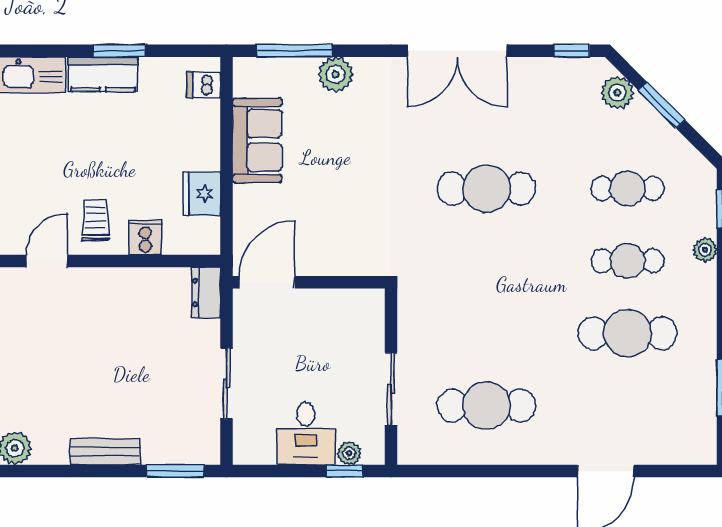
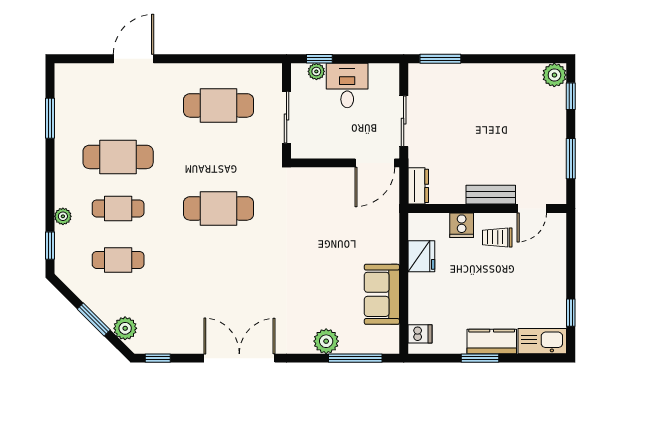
cafe table: (486, 189) -> (219, 208), moved
trolley: (95, 220) -> (497, 237), turned 90
door: (267, 282) -> (375, 163), moved
wall: (309, 282) -> (345, 163), moved
bench: (105, 452) -> (491, 195), moved

